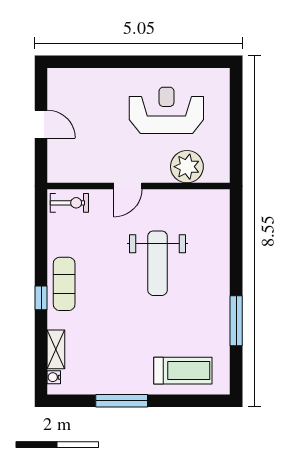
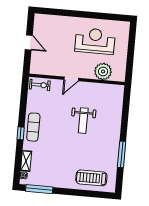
weight bench: (157, 263) -> (83, 121), width x0.73, depth x0.75
treadmill: (183, 371) -> (91, 178), turned 180
window: (122, 401) -> (39, 189), moved

